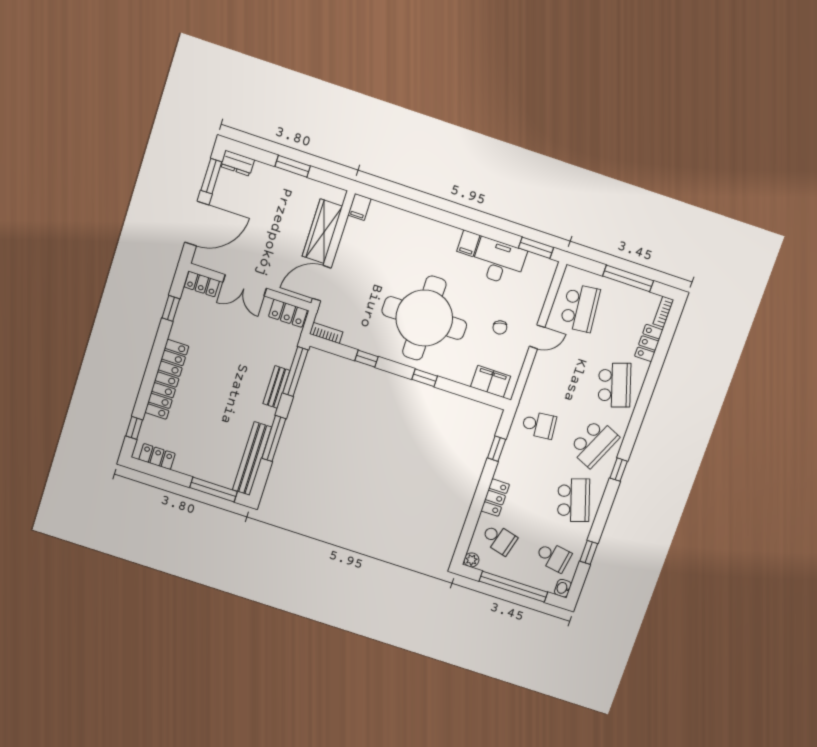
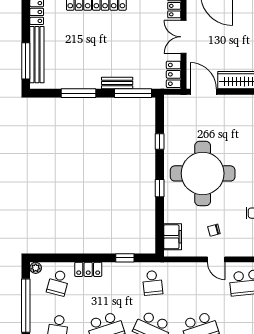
bookcase: (326, 333) -> (168, 106), removed
bench: (252, 458) -> (37, 55), moved, turned 90

